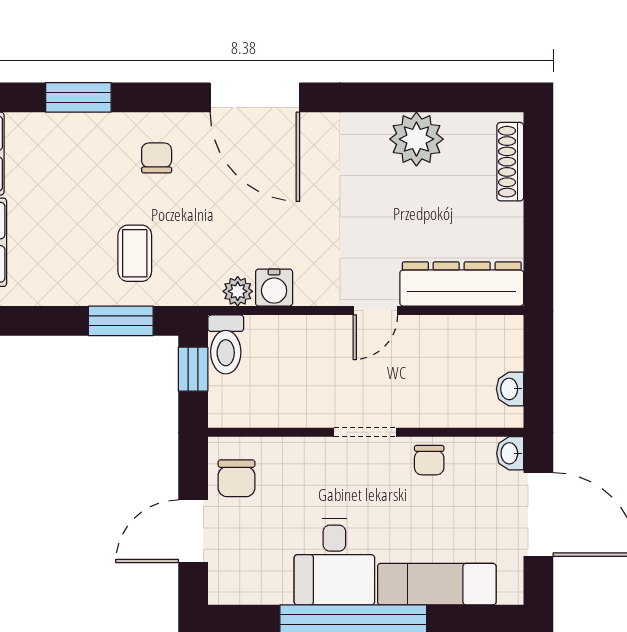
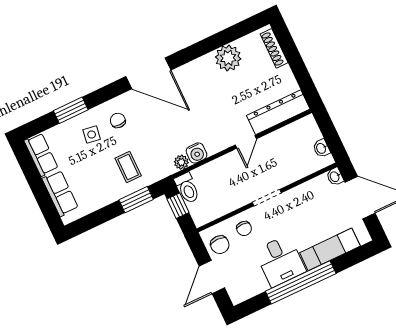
side table: (96, 161) -> (92, 135), added
chair: (429, 460) -> (244, 229), moved

